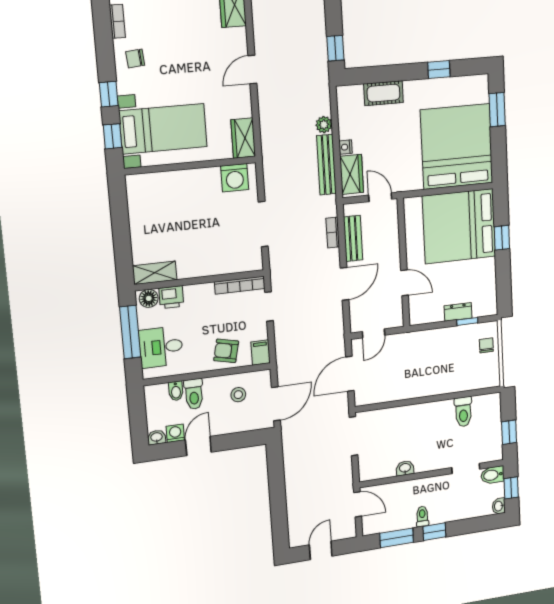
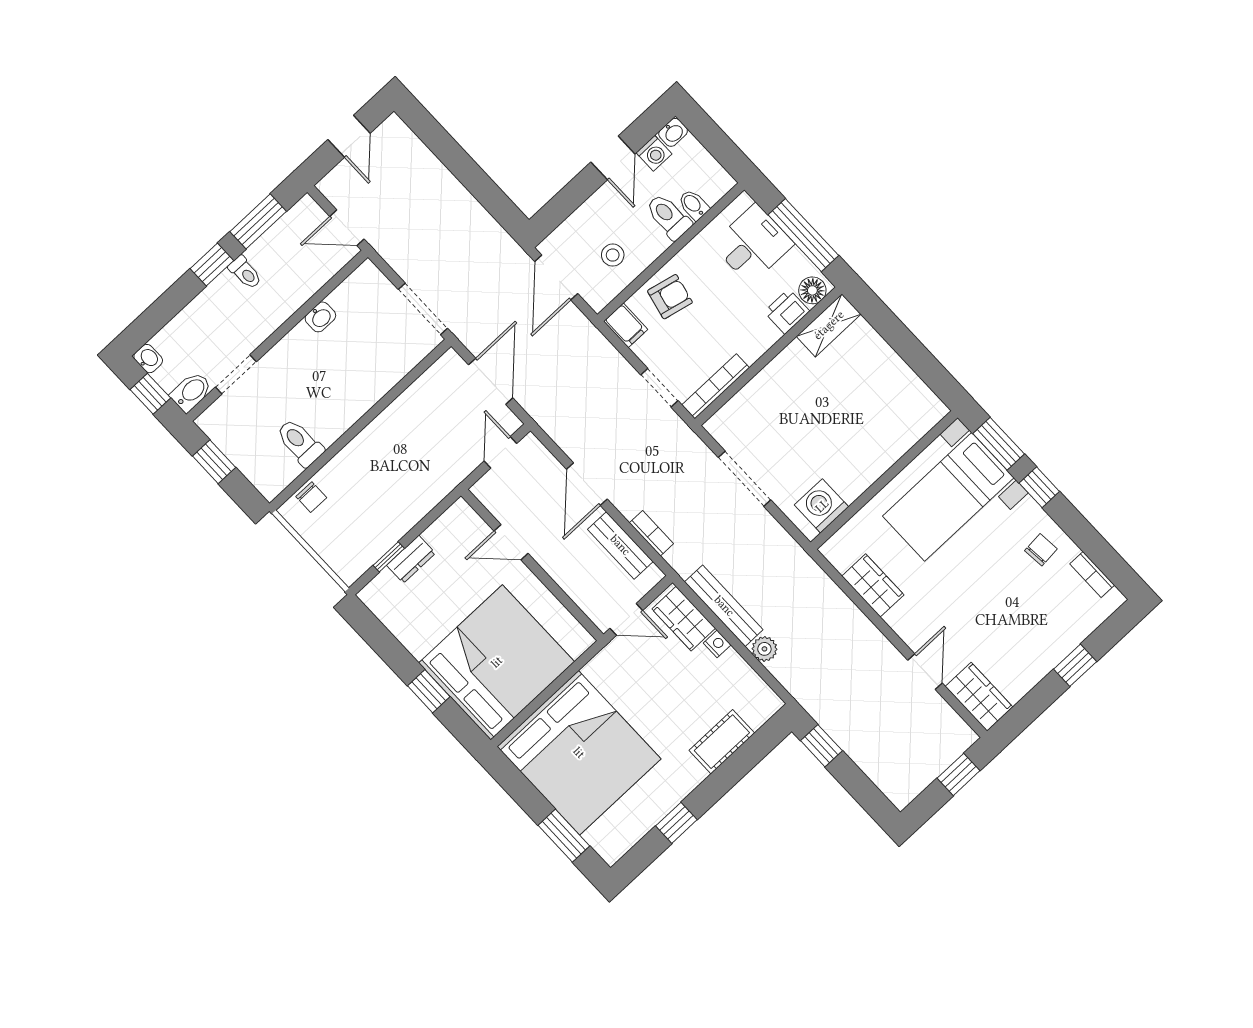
door: (252, 69) -> (925, 672), moved
window: (113, 136) -> (999, 444), width x1.50
wardrobe: (243, 138) -> (873, 585), moved
chair: (486, 345) -> (311, 497), moved

